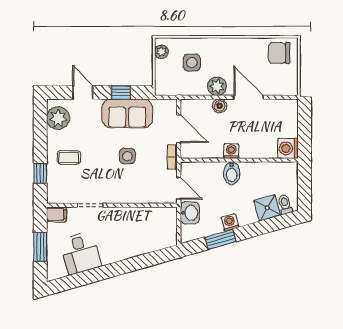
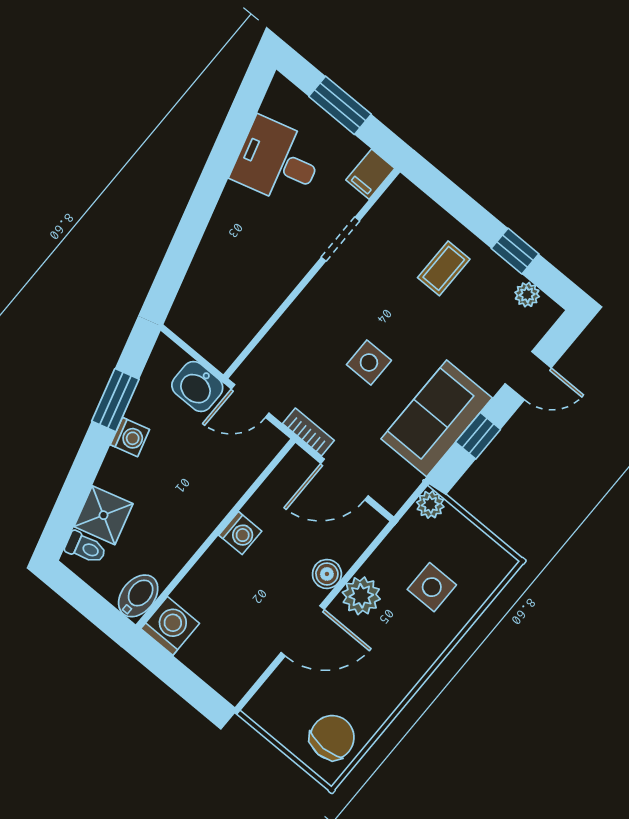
plant: (161, 52) -> (430, 505), moved
plant: (58, 118) -> (527, 295), width x0.53, depth x0.53
window: (40, 173) -> (515, 251), moved
bidet: (232, 173) -> (138, 596), moved, turned 90

